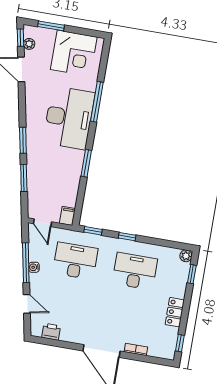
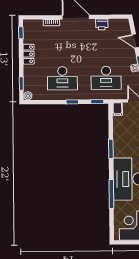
printer: (51, 332) -> (102, 24), moved

